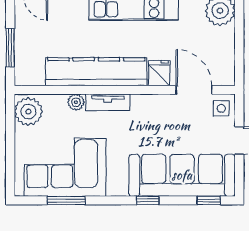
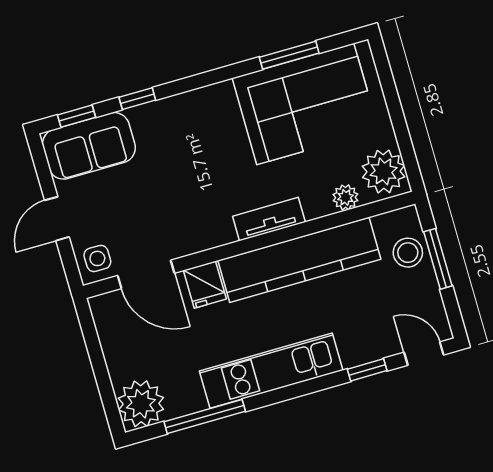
stool: (28, 57) -> (408, 253), added
plant: (76, 102) -> (345, 197), moved
sofa: (182, 175) -> (89, 146), width x0.54, depth x0.79
window: (148, 200) -> (137, 99), moved

